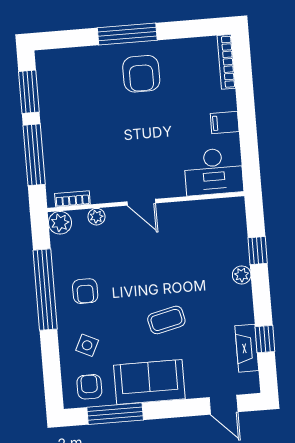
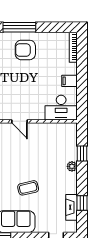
armchair: (141, 74) -> (25, 50), turned 90

